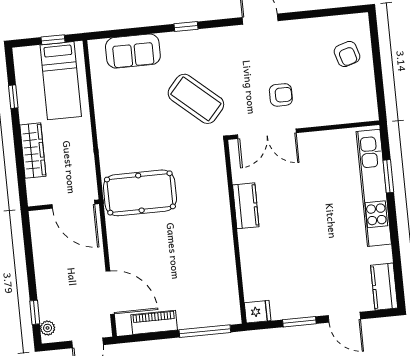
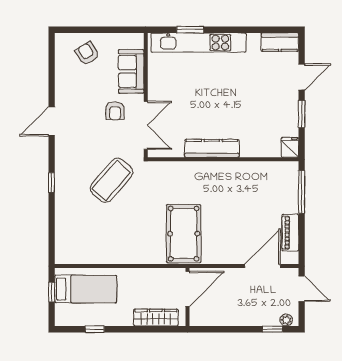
sofa: (133, 51) -> (131, 71), moved, turned 180
armchair: (347, 54) -> (87, 53), turned -105
armchair: (281, 95) -> (115, 111), turned 180
wardrobe: (33, 151) -> (156, 318), moved
kitchen counter: (246, 206) -> (212, 148), width x1.50

